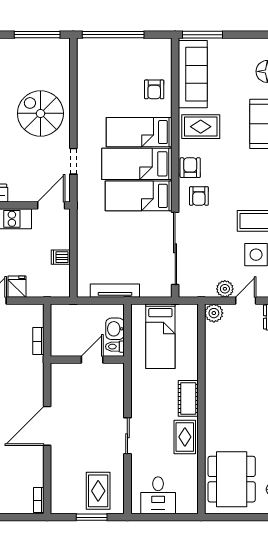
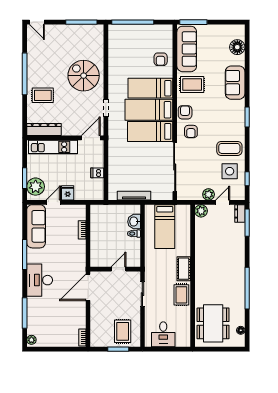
wall: (87, 360) -> (115, 269), moved
door: (92, 360) -> (119, 269), moved

